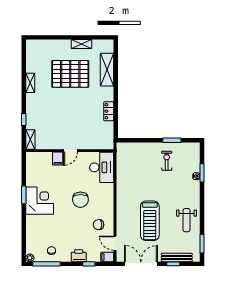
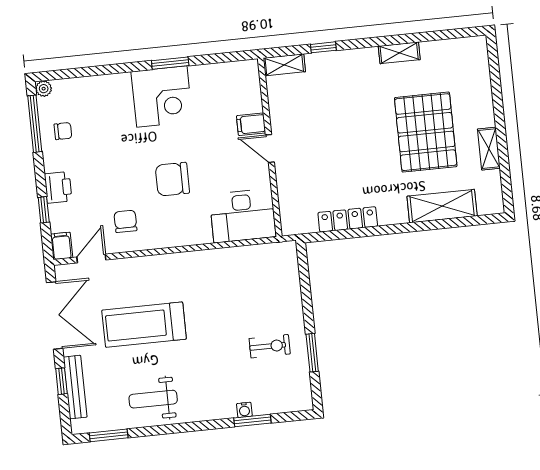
locker: (109, 111) -> (348, 219), width x1.53

